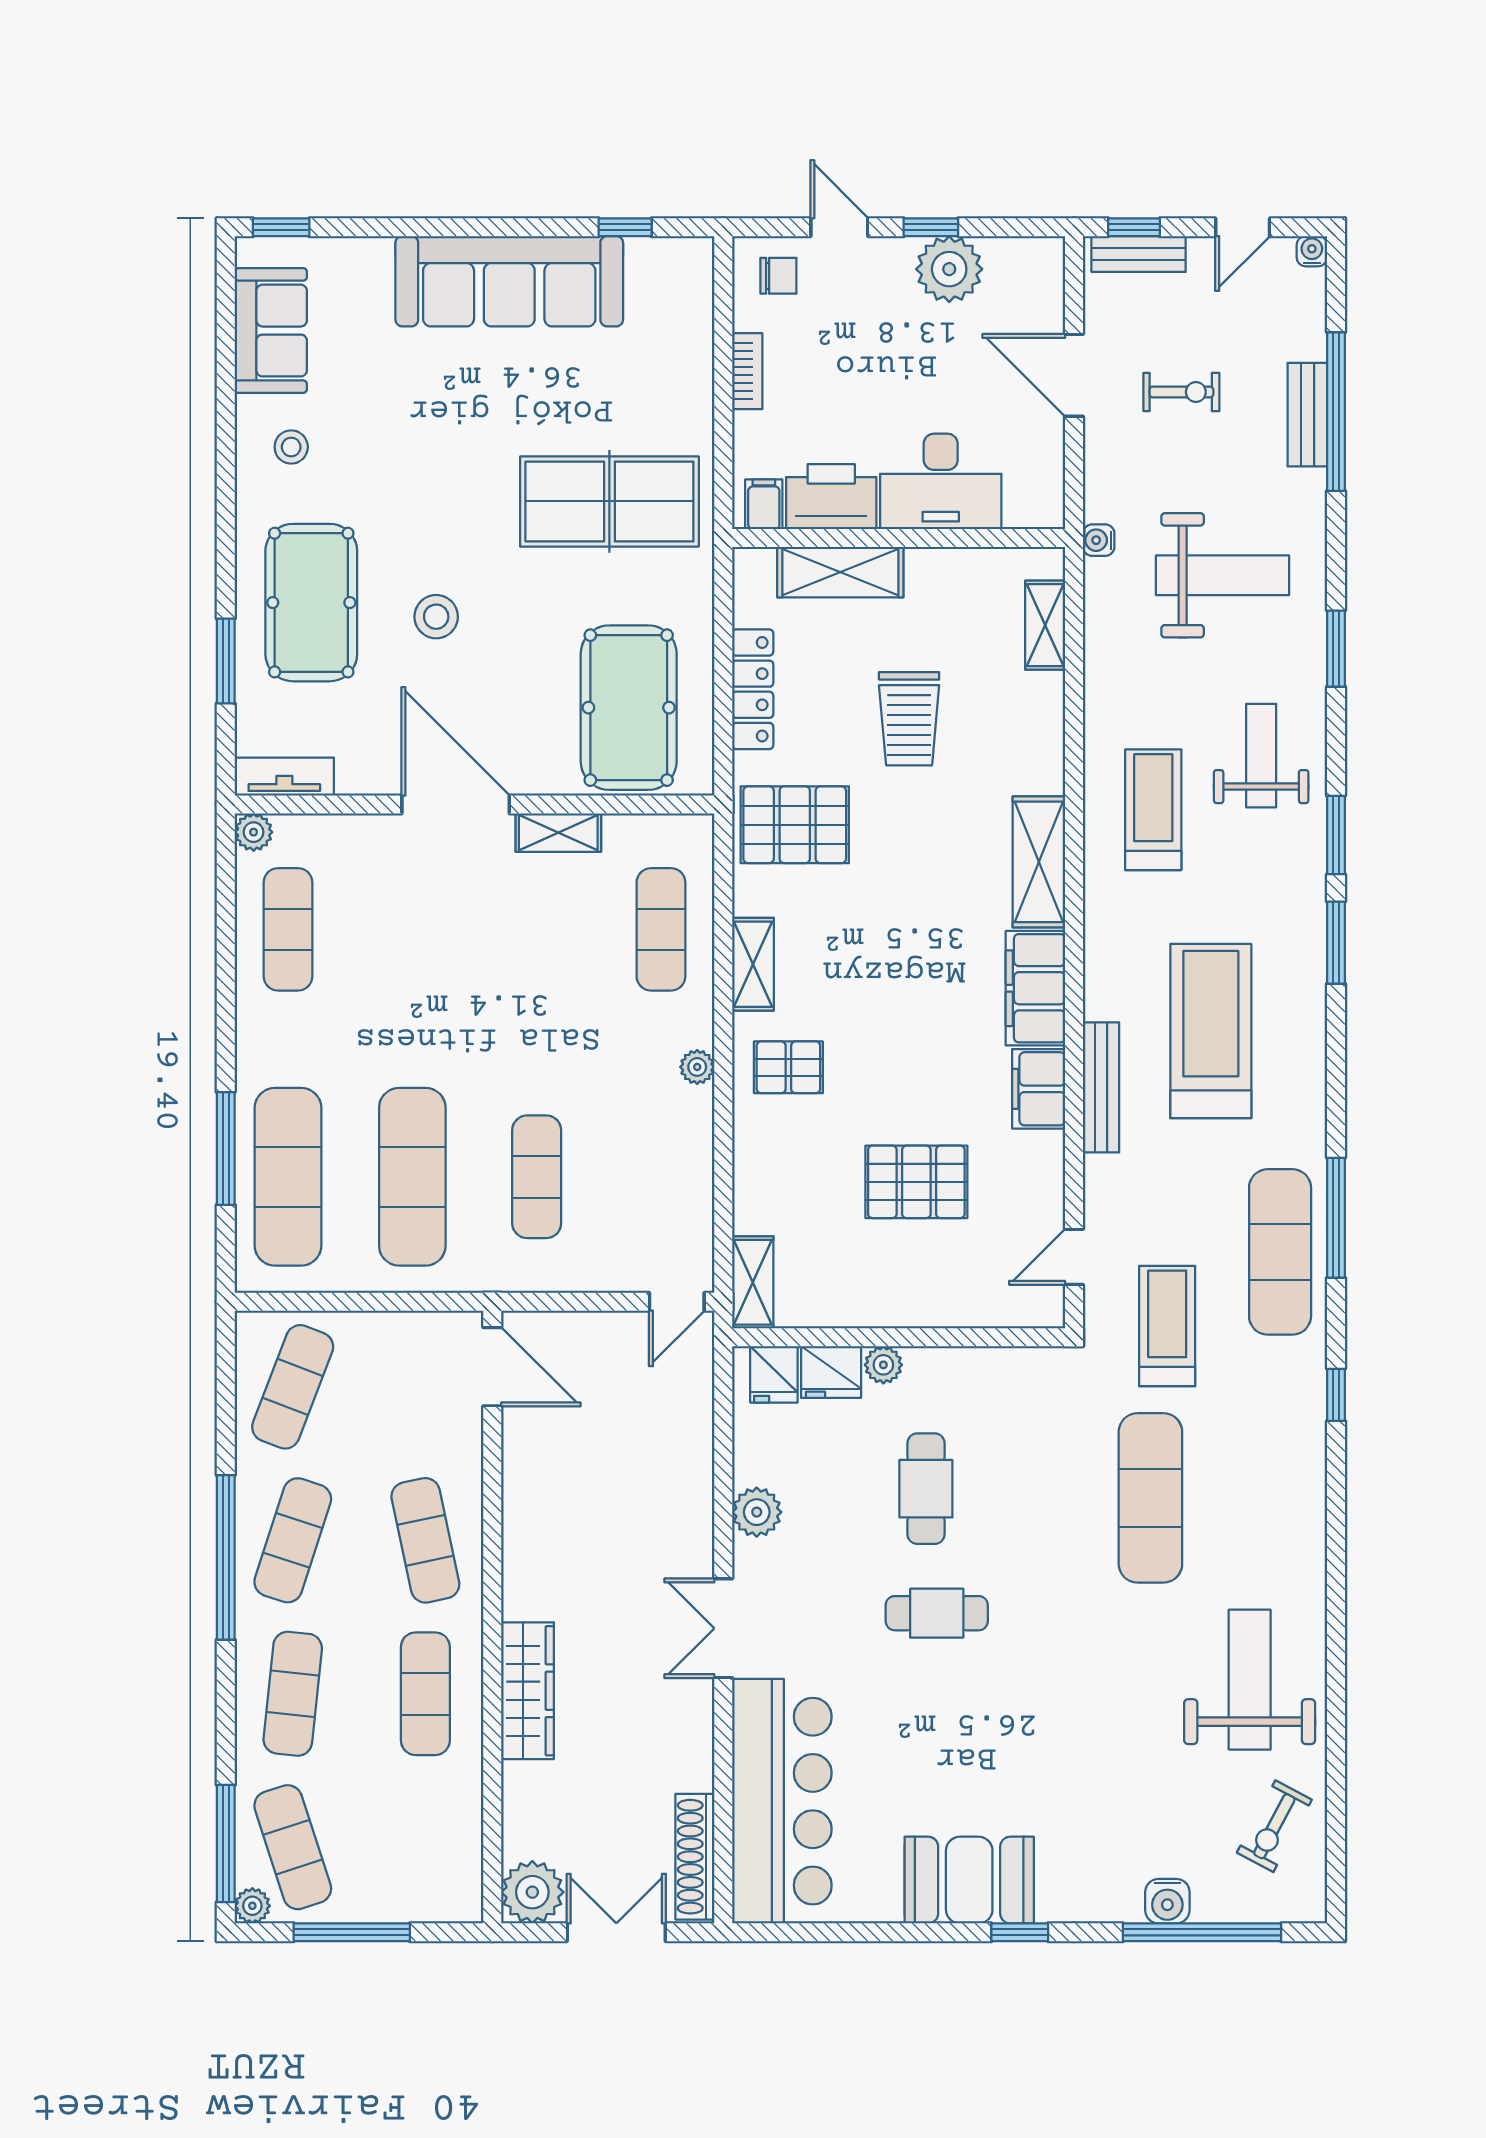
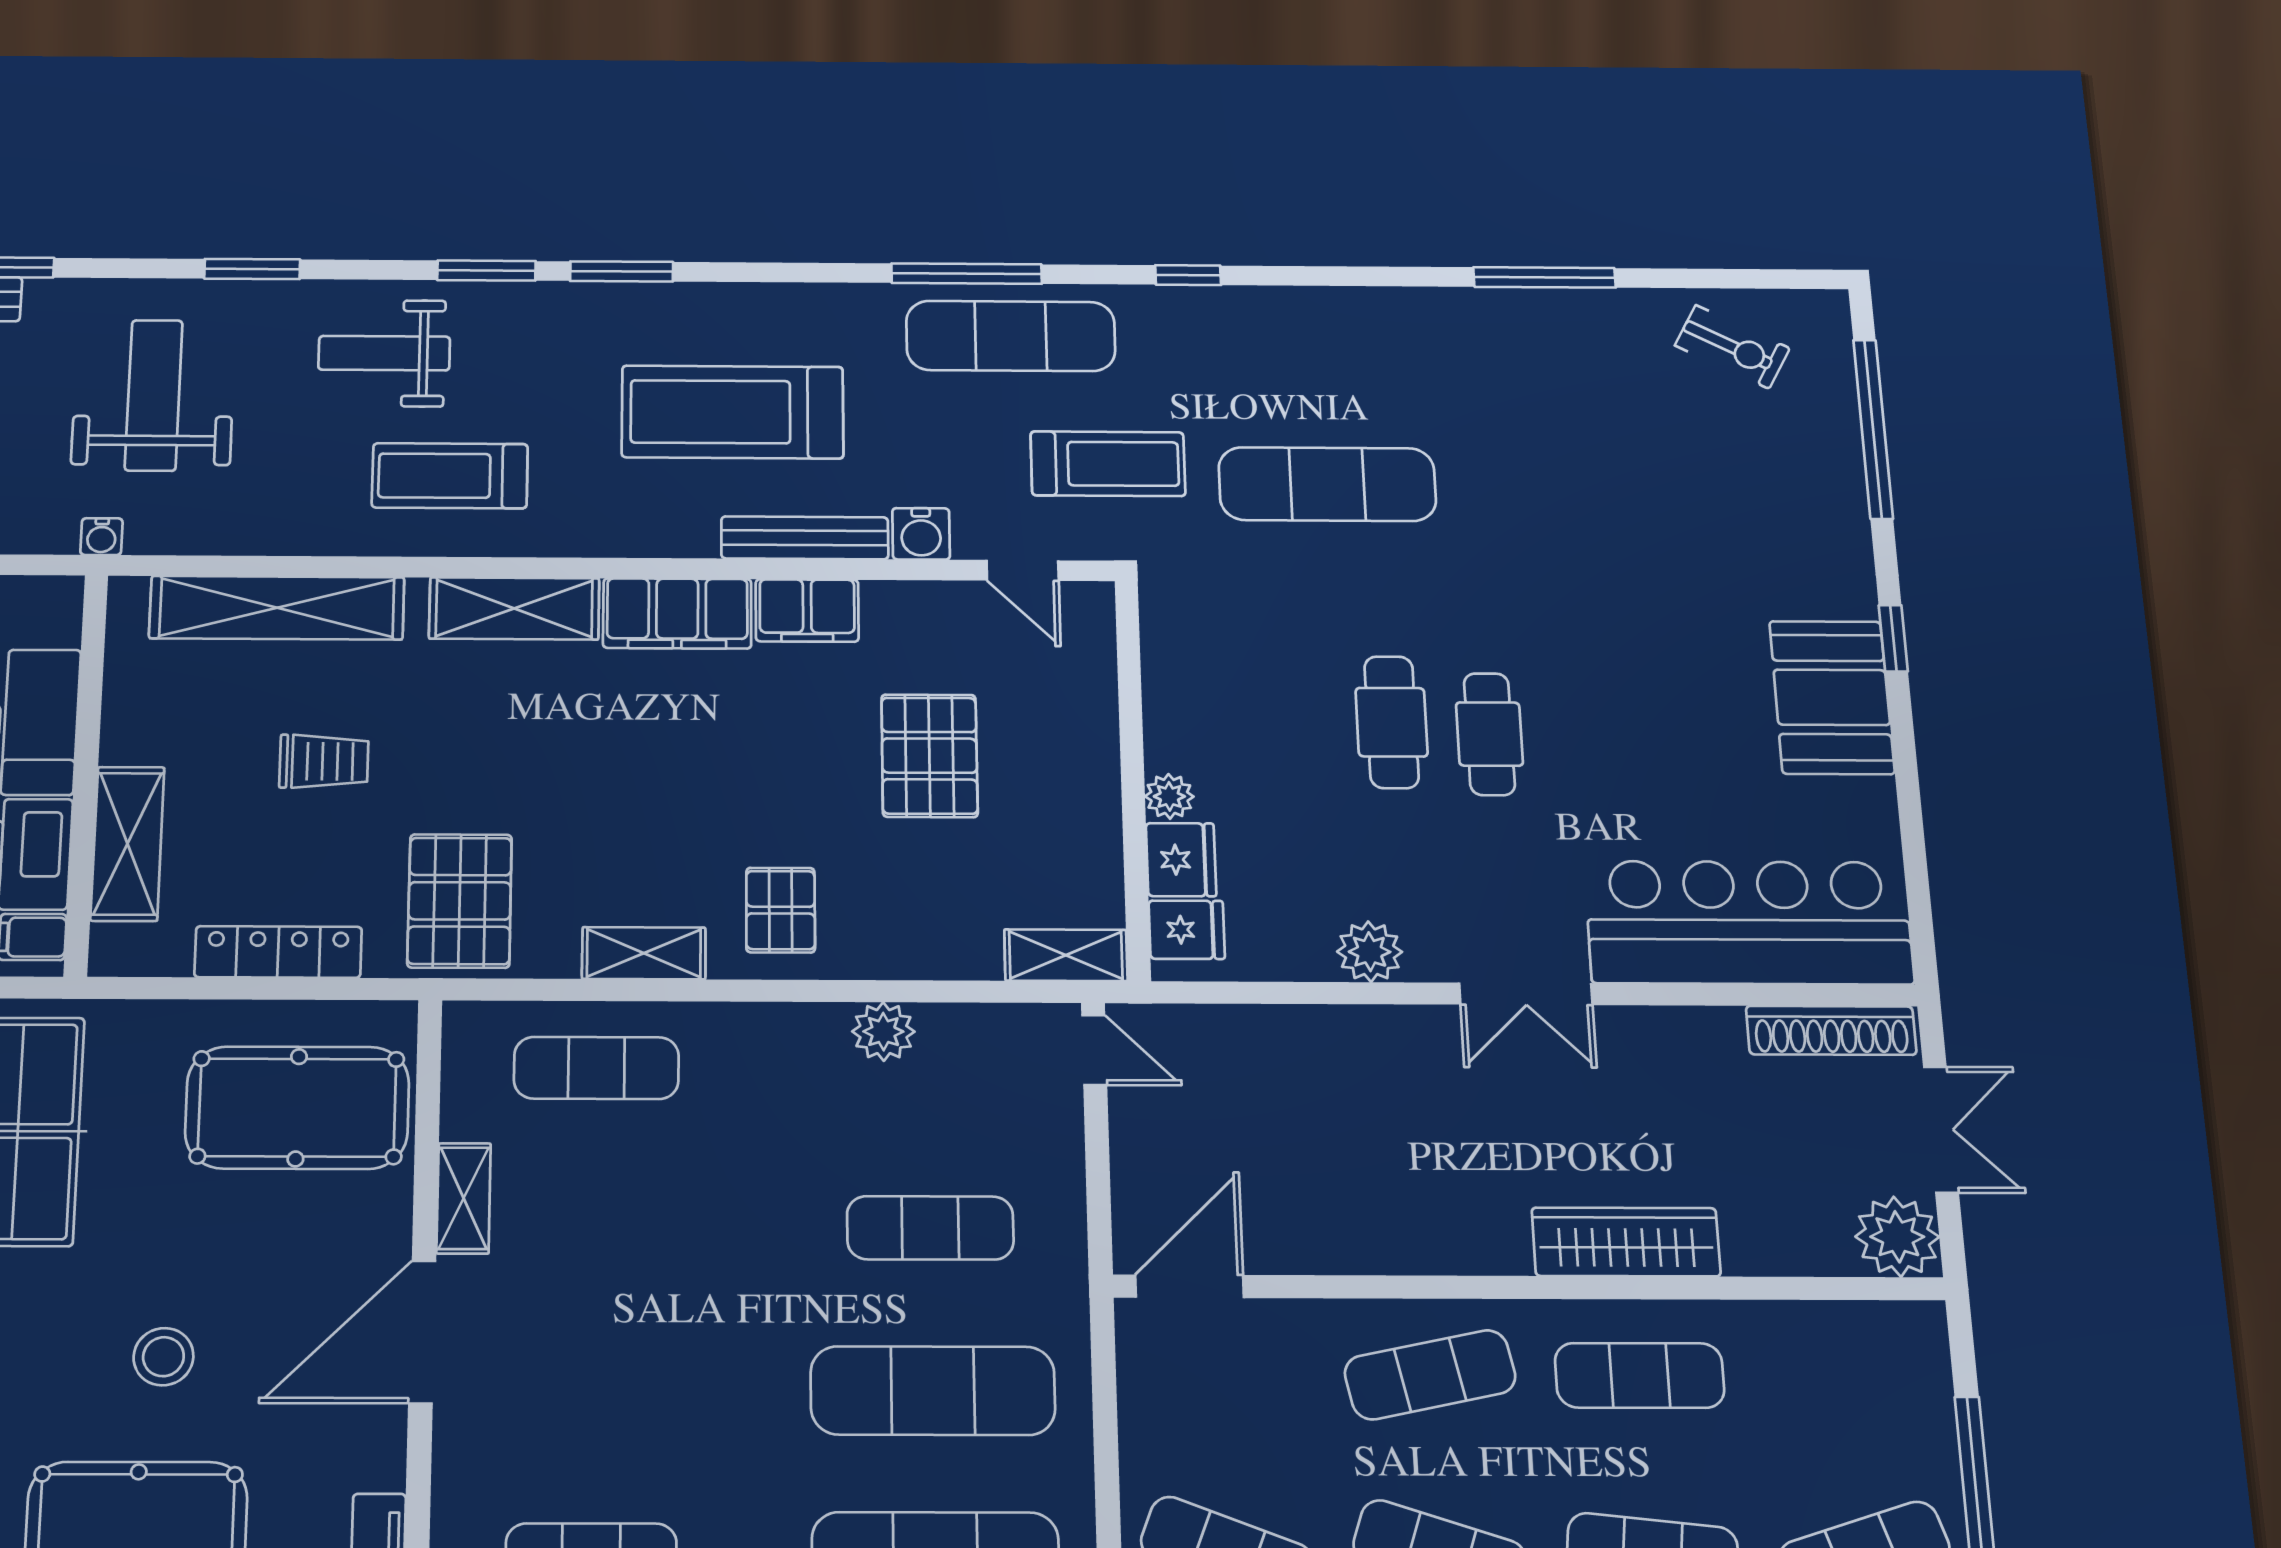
shelving: (1045, 625) -> (277, 608), width x2.20, depth x1.33
trolley: (909, 719) -> (324, 761), width x0.73, depth x0.72
plant: (697, 1067) -> (883, 1032), moved, width x1.38, depth x1.38
treadmill: (1167, 1326) -> (1108, 464), turned 180
cafe table: (926, 1489) -> (1392, 722), moved, turned 90
weight bench: (1250, 1680) -> (1550, 373), removed
window: (1336, 1680) -> (1544, 277), added
water cooler: (1167, 1901) -> (921, 534), moved, turned 90
double door: (616, 1932) -> (1941, 1130), swing flipped

